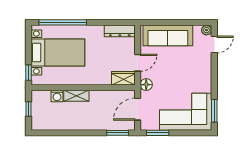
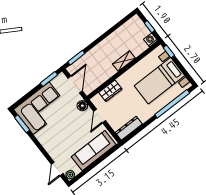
wardrobe: (123, 78) -> (110, 91), moved
washing machine: (57, 96) -> (151, 40), moved

